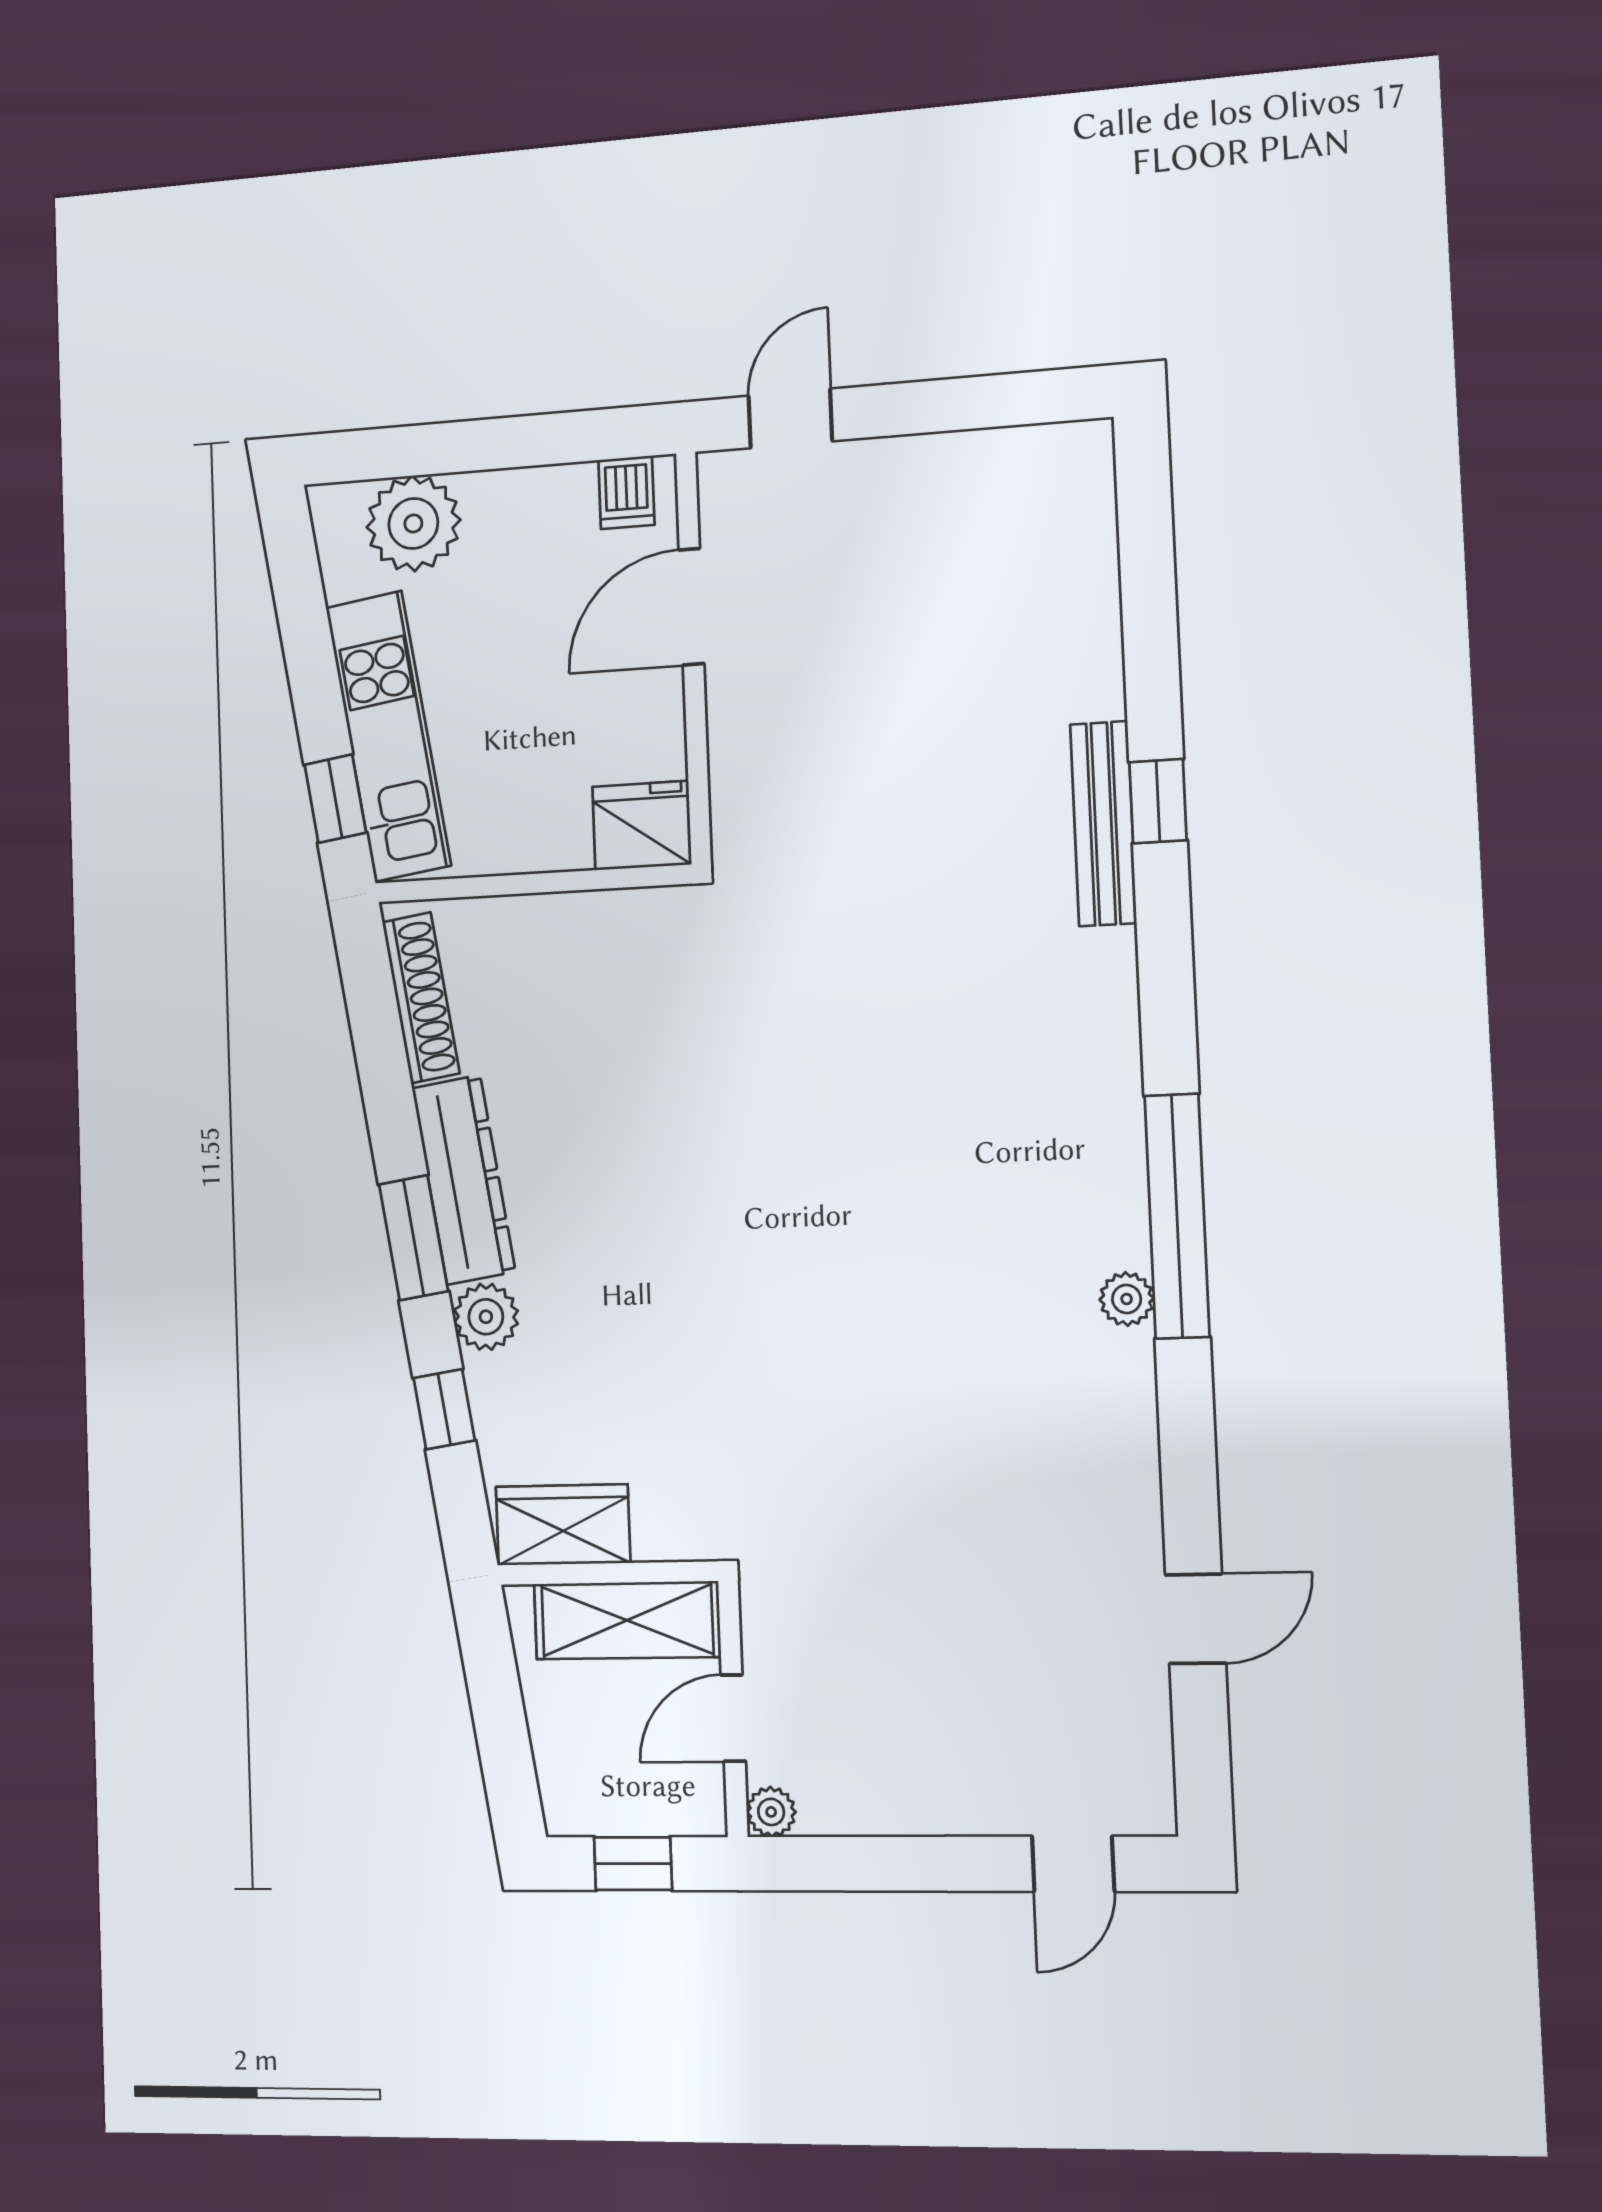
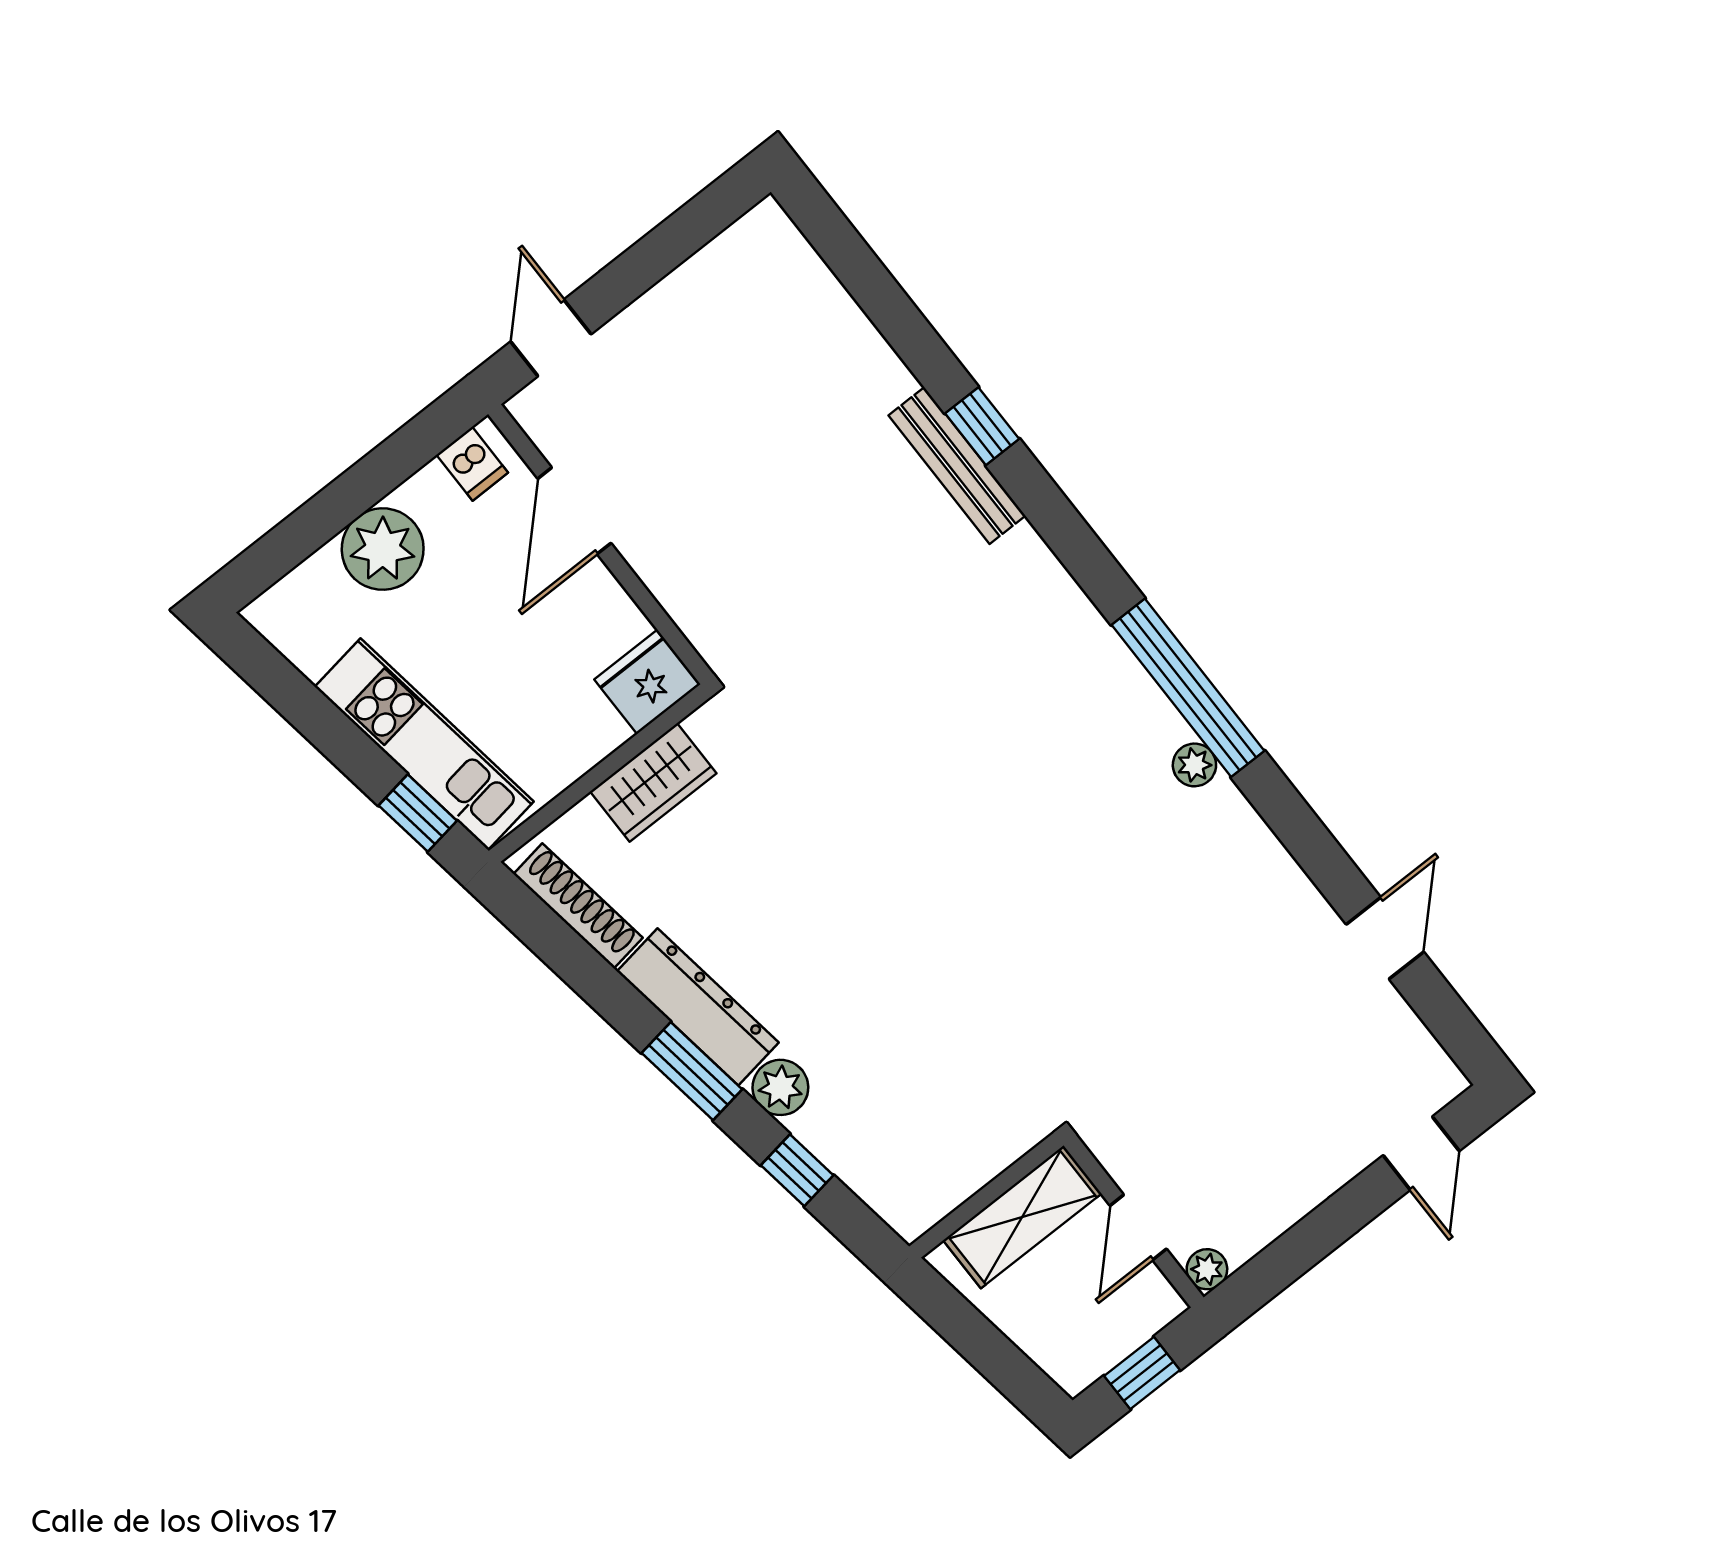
plant: (413, 523) -> (383, 549), moved
wardrobe: (563, 1525) -> (653, 782), moved, turned 180

